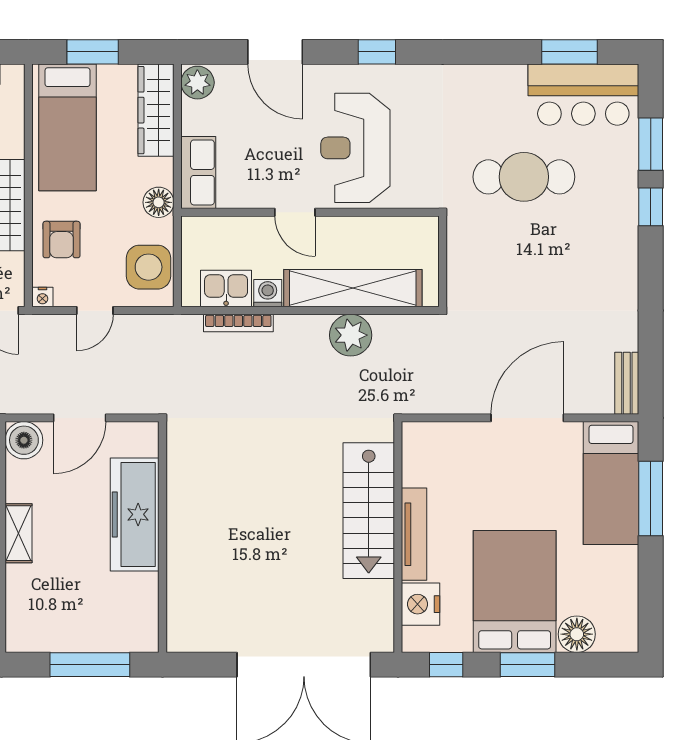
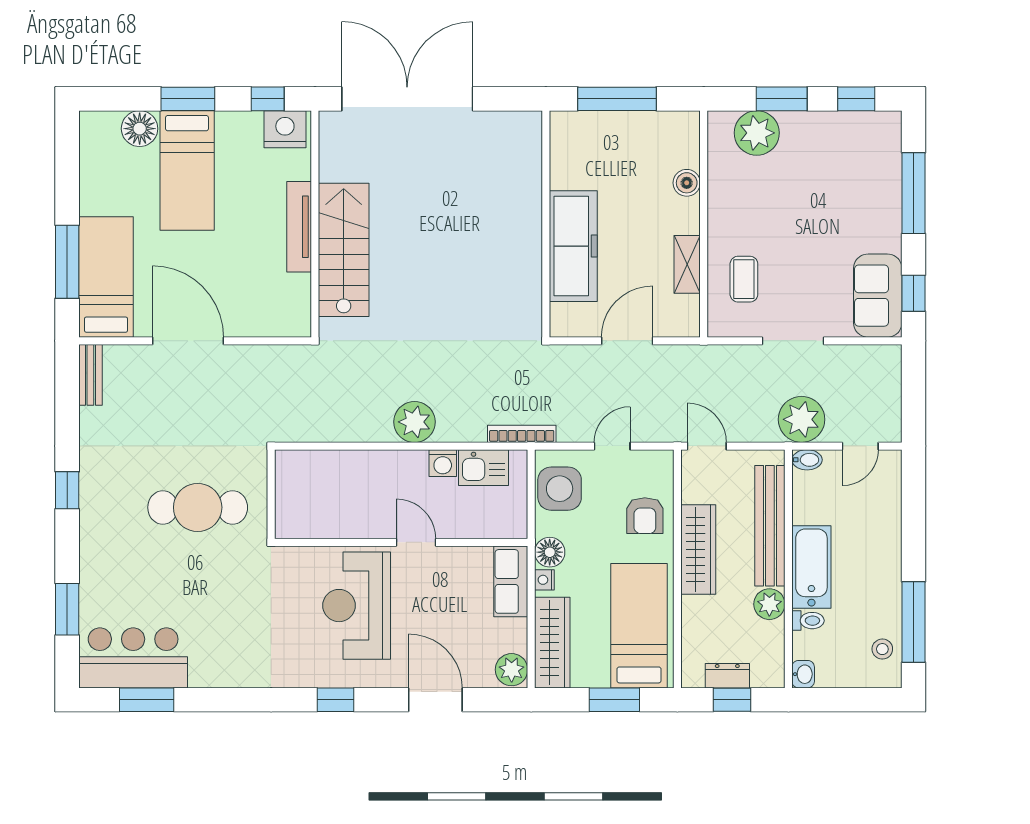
reception desk: (355, 148) -> (357, 606), turned 180
cafe table: (524, 177) -> (198, 507), moved
window: (651, 207) -> (67, 490), moved
armchair: (61, 240) -> (645, 516), turned 180
shelving: (353, 288) -> (359, 468), removed
nightstand: (42, 297) -> (544, 580), moved, turned -90
bookcase: (238, 323) -> (522, 434), moved
plant: (351, 335) -> (414, 422), moved
door: (527, 418) -> (188, 341), swing flipped
boiler: (24, 440) -> (687, 183), moved, width x0.73, depth x0.73
shelving: (18, 533) -> (687, 264), moved
bed: (515, 592) -> (187, 170), width x0.67
nightstand: (421, 604) -> (285, 129), moved, turned -90

